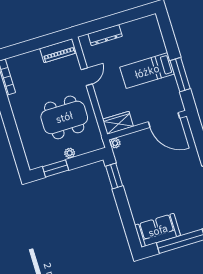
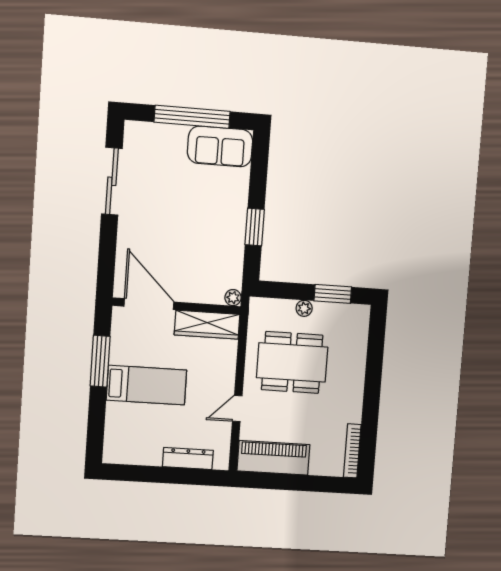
piano: (58, 51) -> (273, 458), width x1.37, depth x1.33
wardrobe: (118, 123) -> (207, 325), width x1.50
window: (114, 176) -> (255, 227), moved

